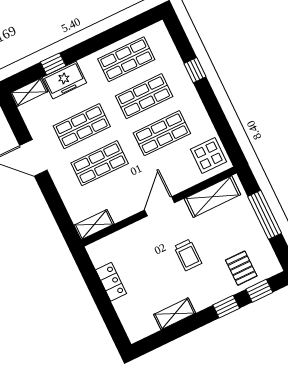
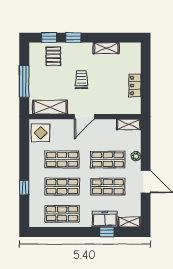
plant: (63, 186) -> (136, 156), added

